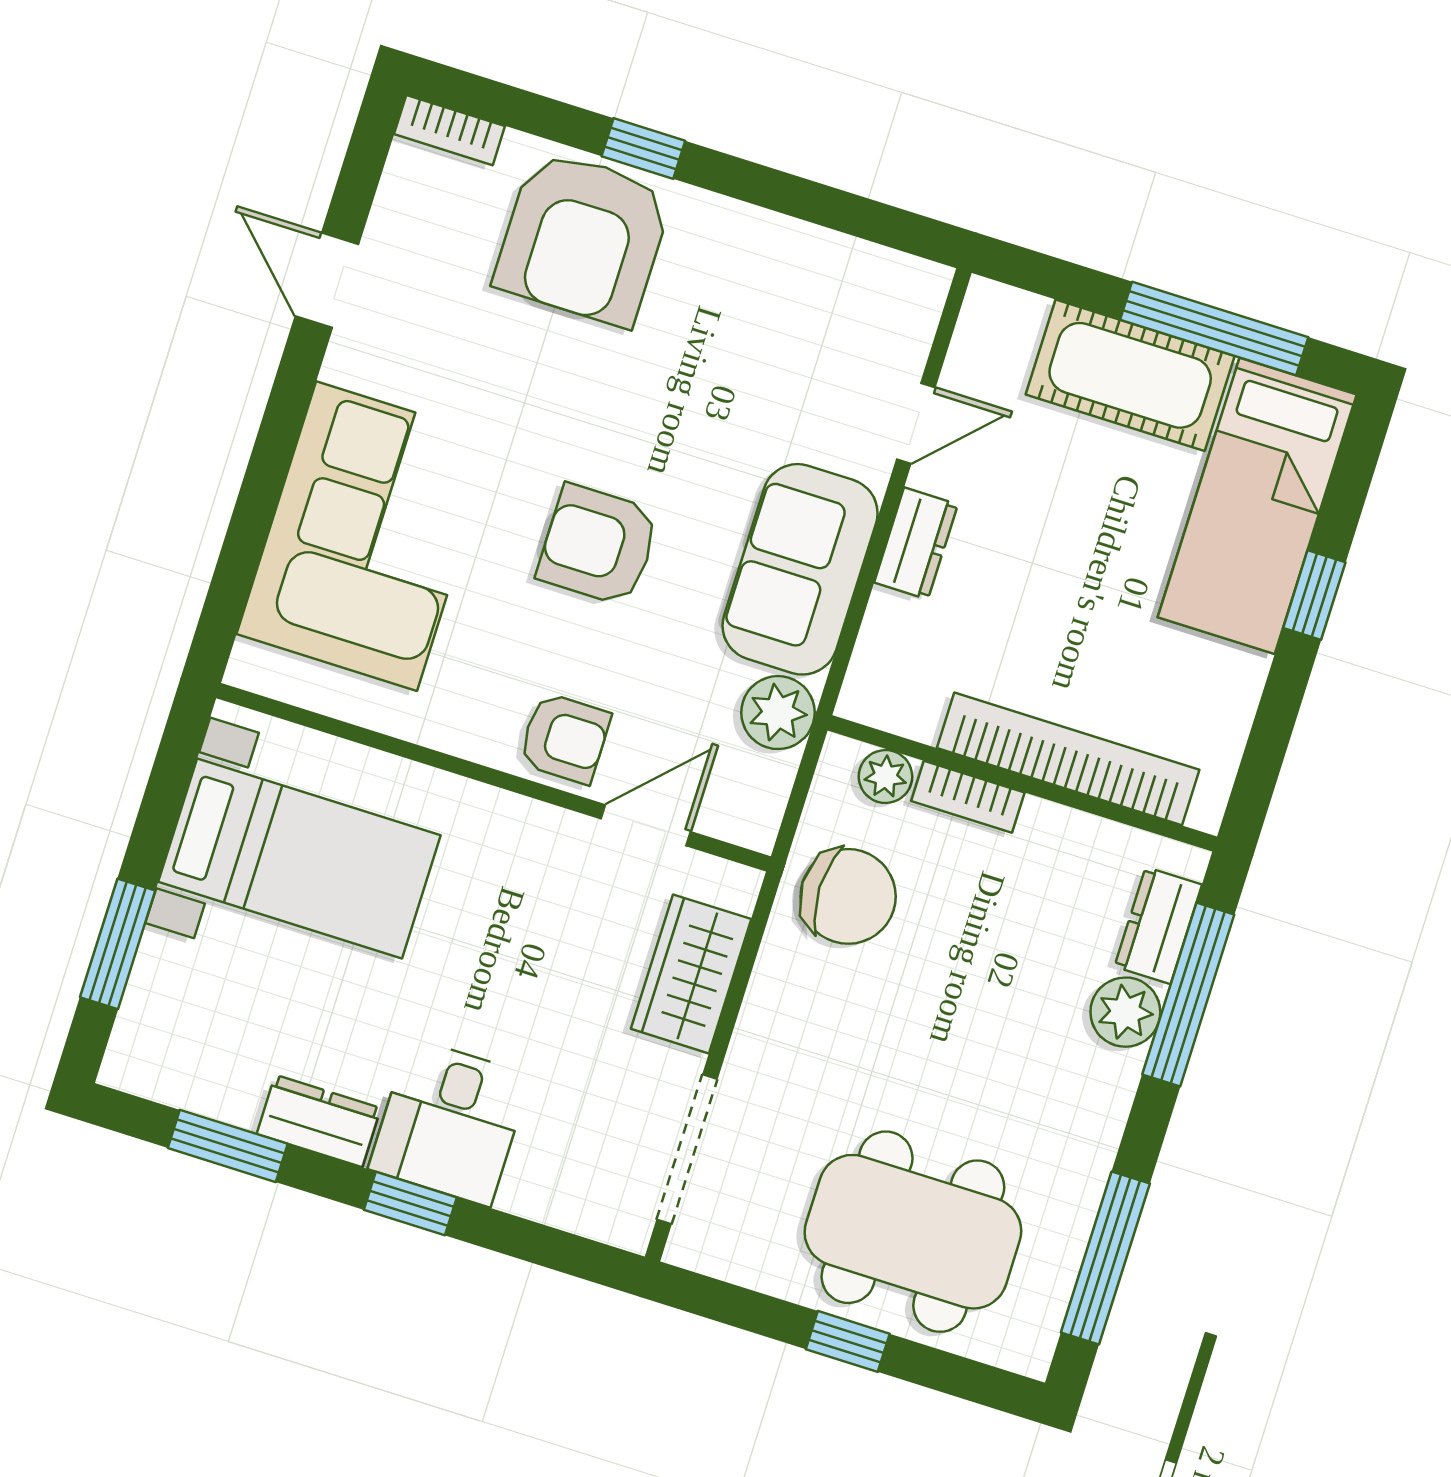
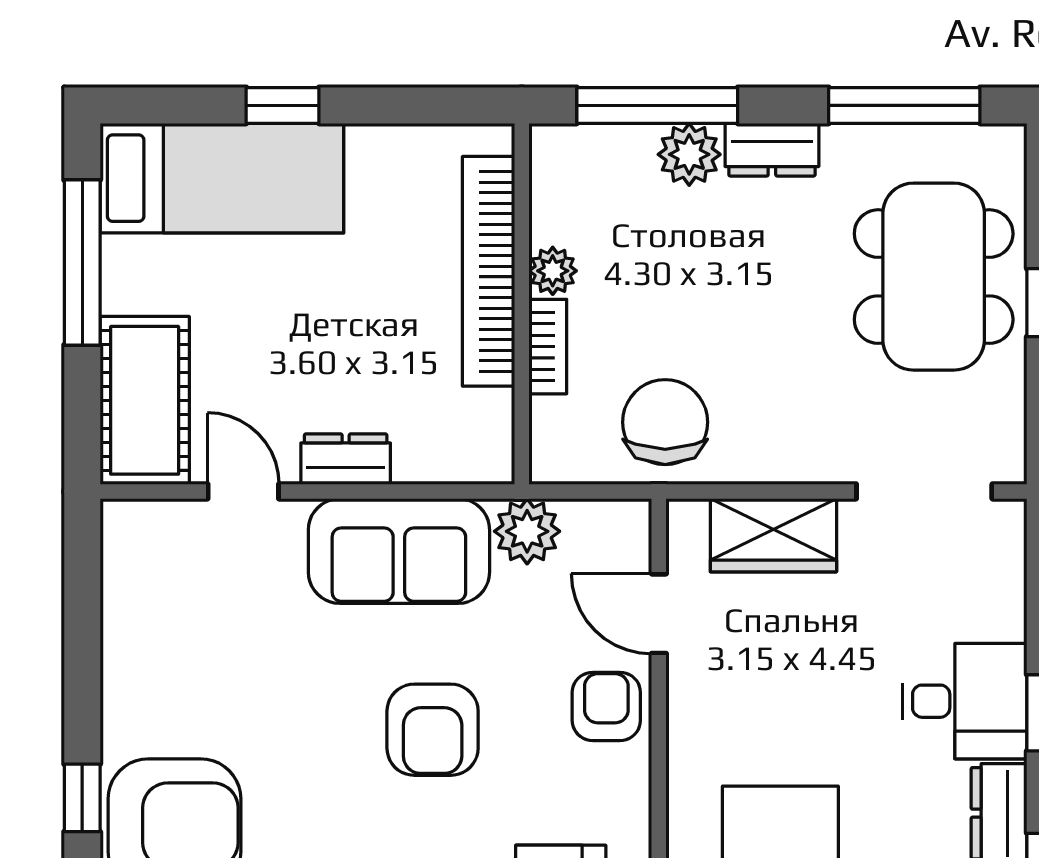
cot: (1130, 375) -> (145, 400), moved
plant: (885, 776) -> (553, 271), moved
dresser: (1158, 925) -> (772, 150), moved

